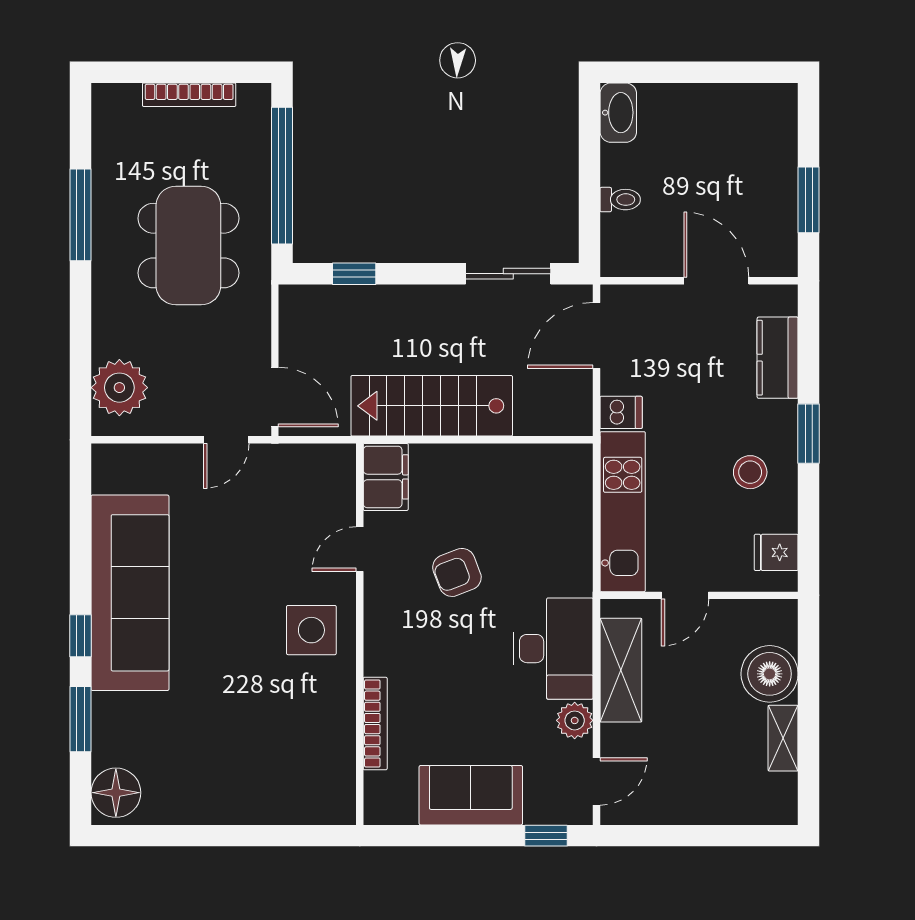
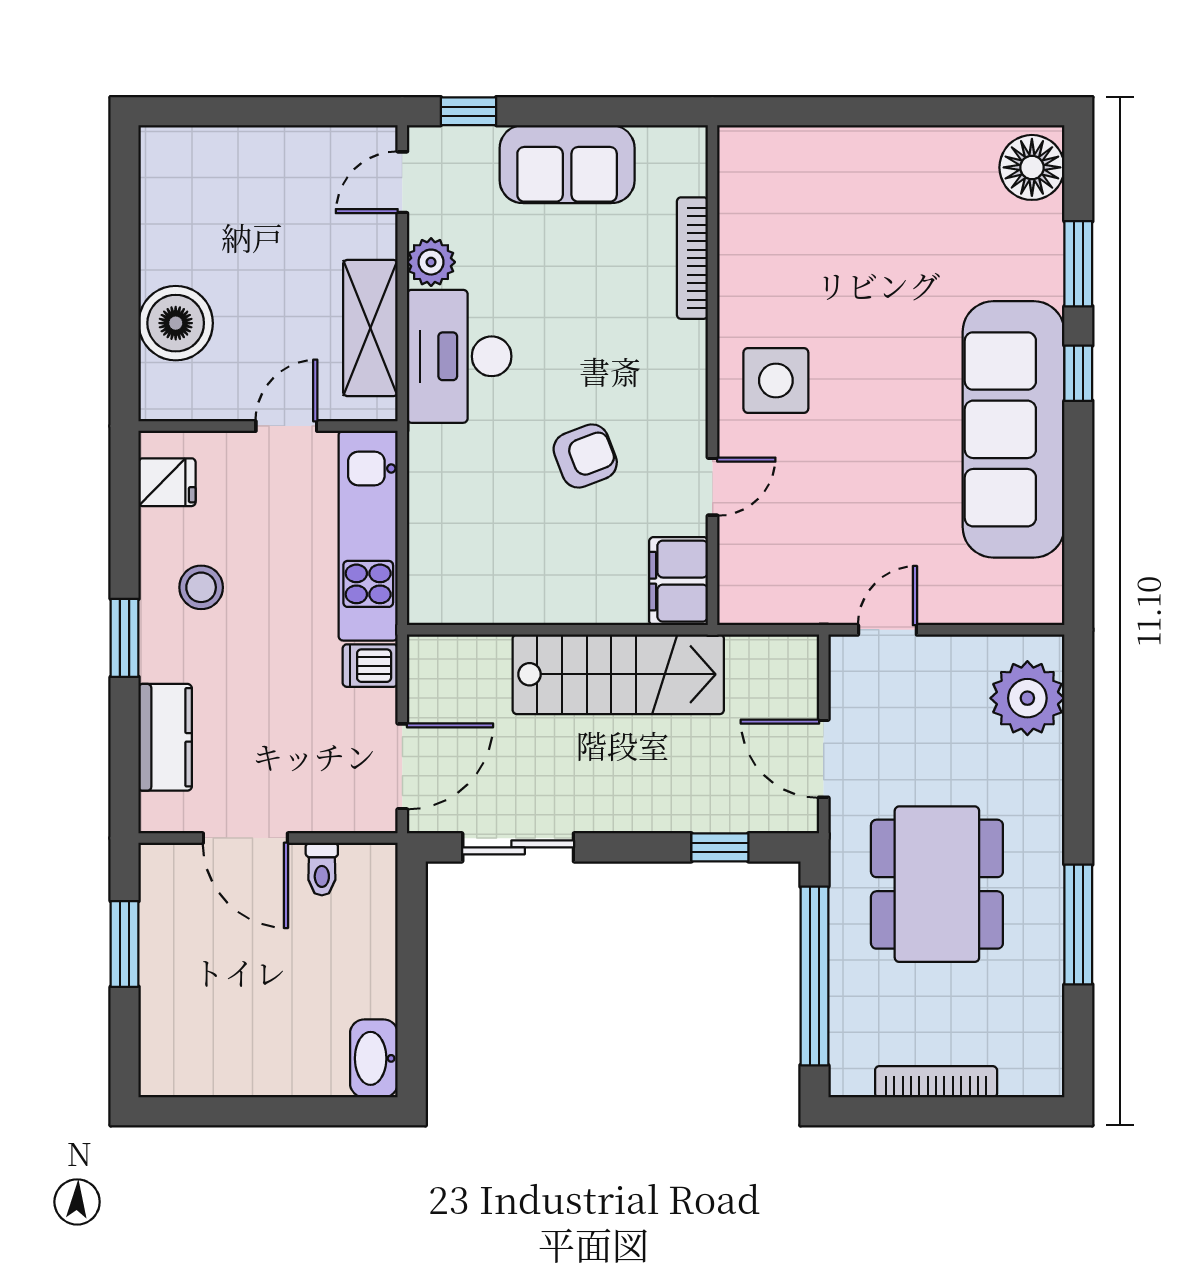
toilet: (620, 200) -> (322, 869), moved, turned -90
door: (275, 397) -> (824, 759), moved
shelving: (783, 738) -> (158, 239), removed

